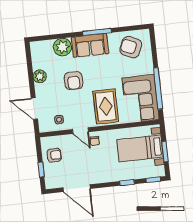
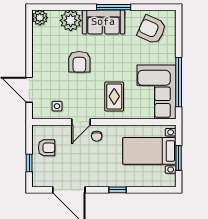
plant: (40, 76) -> (40, 18), moved
rug: (106, 106) -> (114, 96), width x0.73, depth x0.70
door: (80, 131) -> (81, 122), hinge flipped
window: (153, 180) -> (161, 190), removed
window: (127, 183) -> (117, 190), moved

